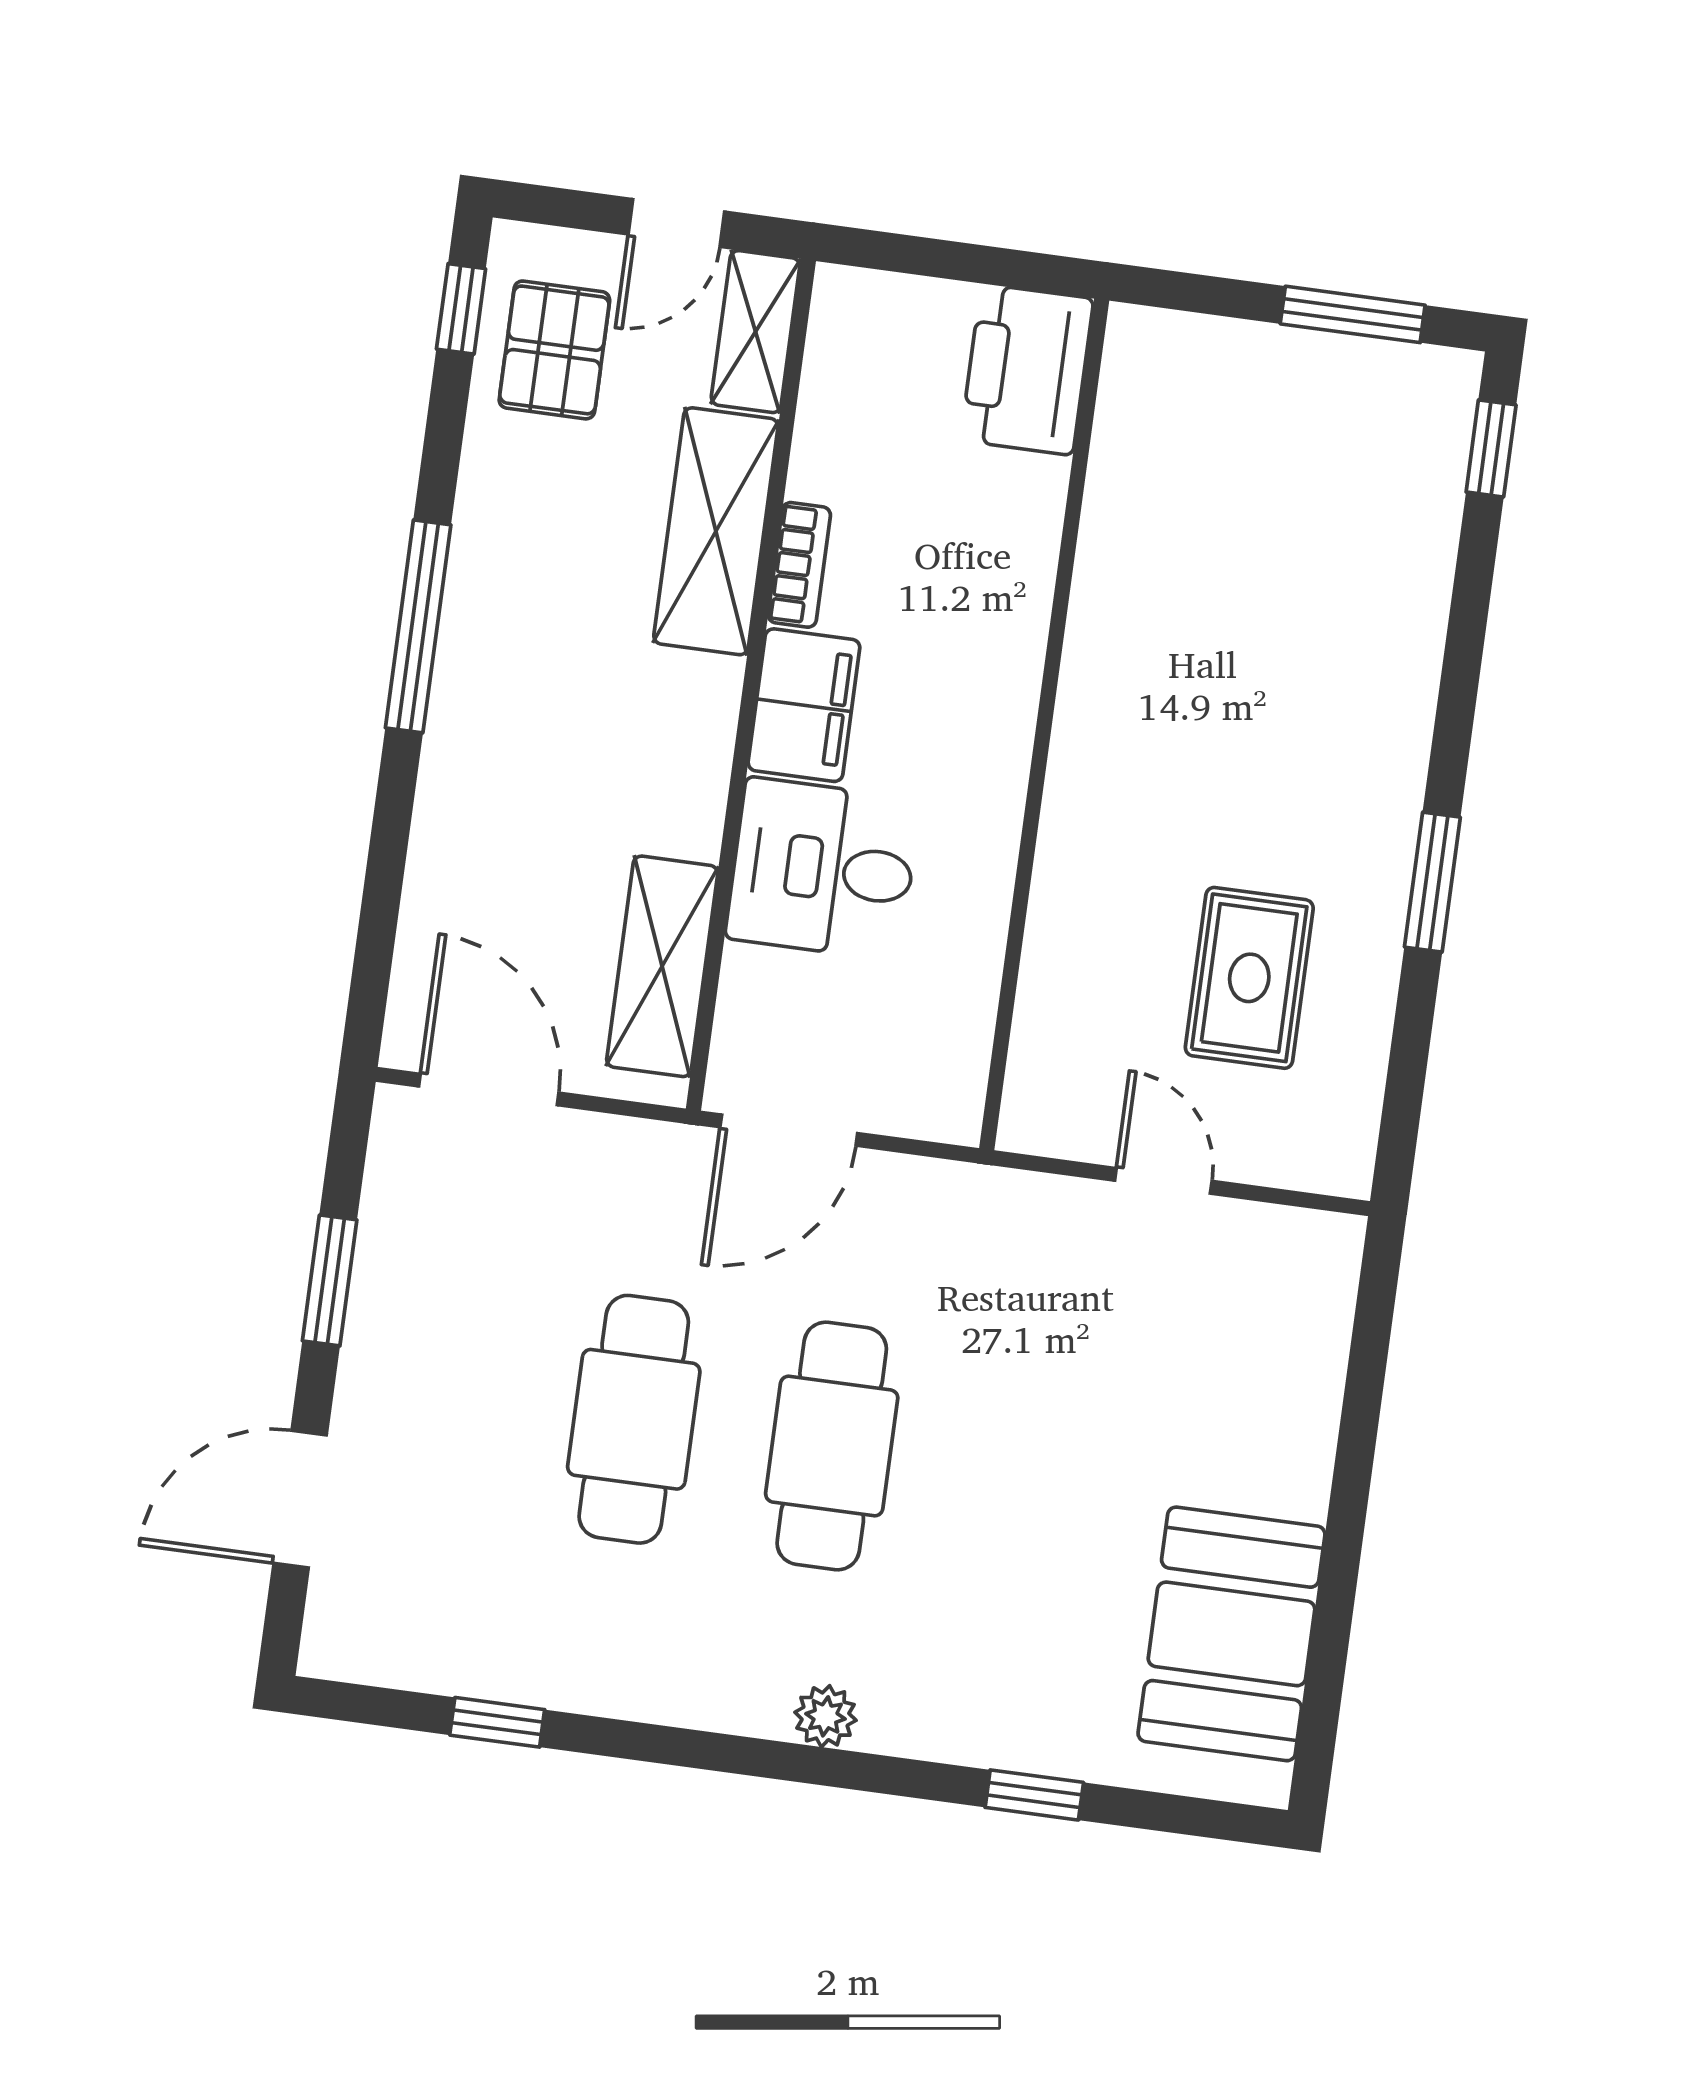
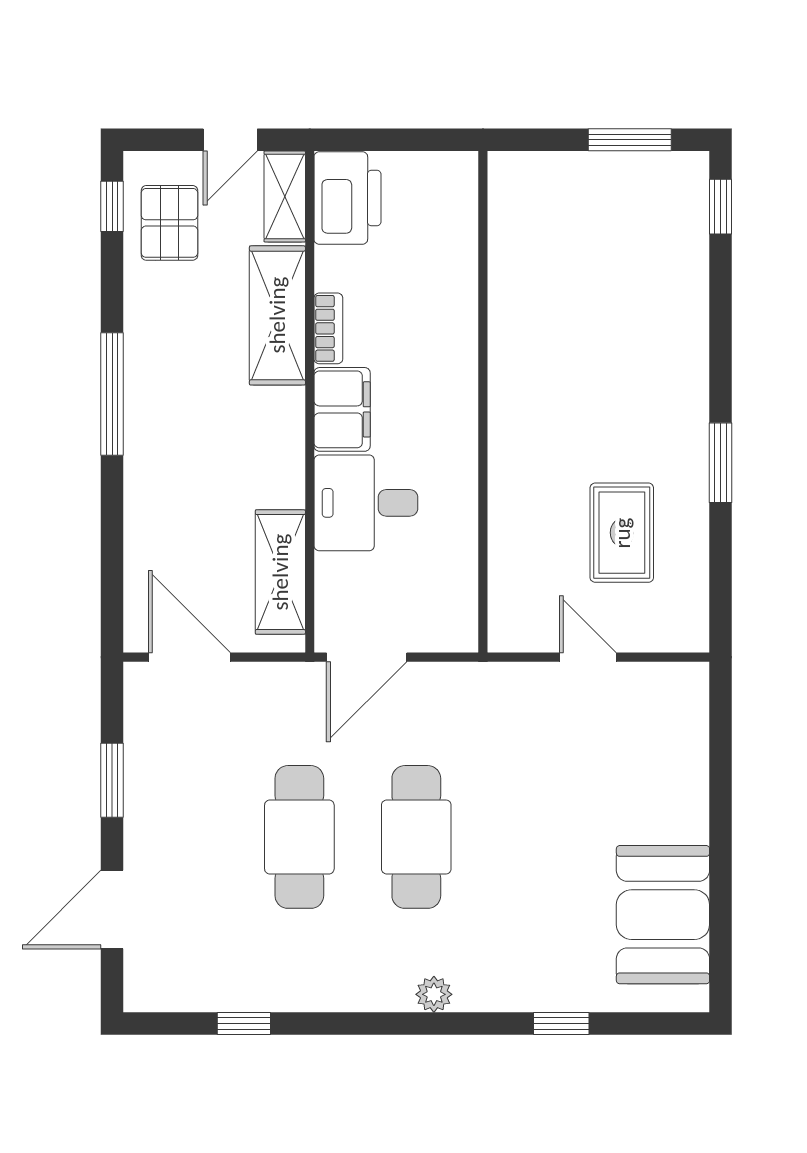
printer: (1027, 370) -> (348, 198), moved, turned 180

